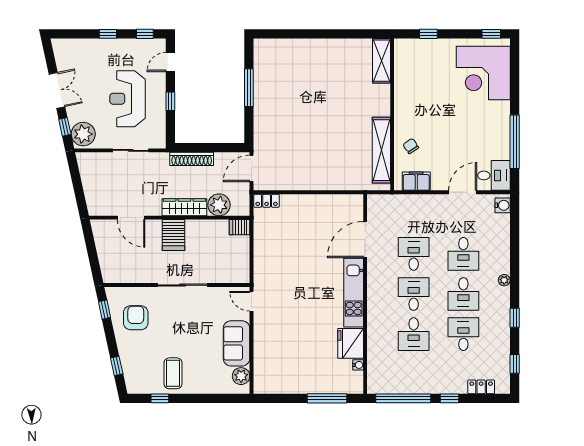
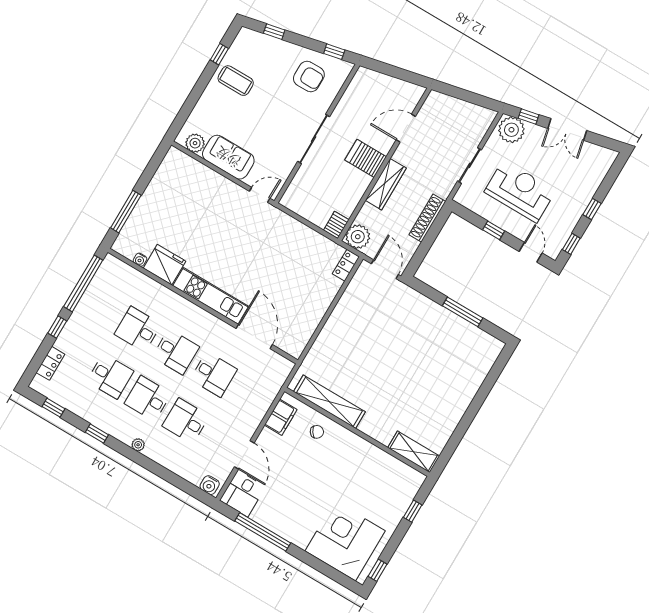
plant: (219, 205) -> (358, 237), moved

